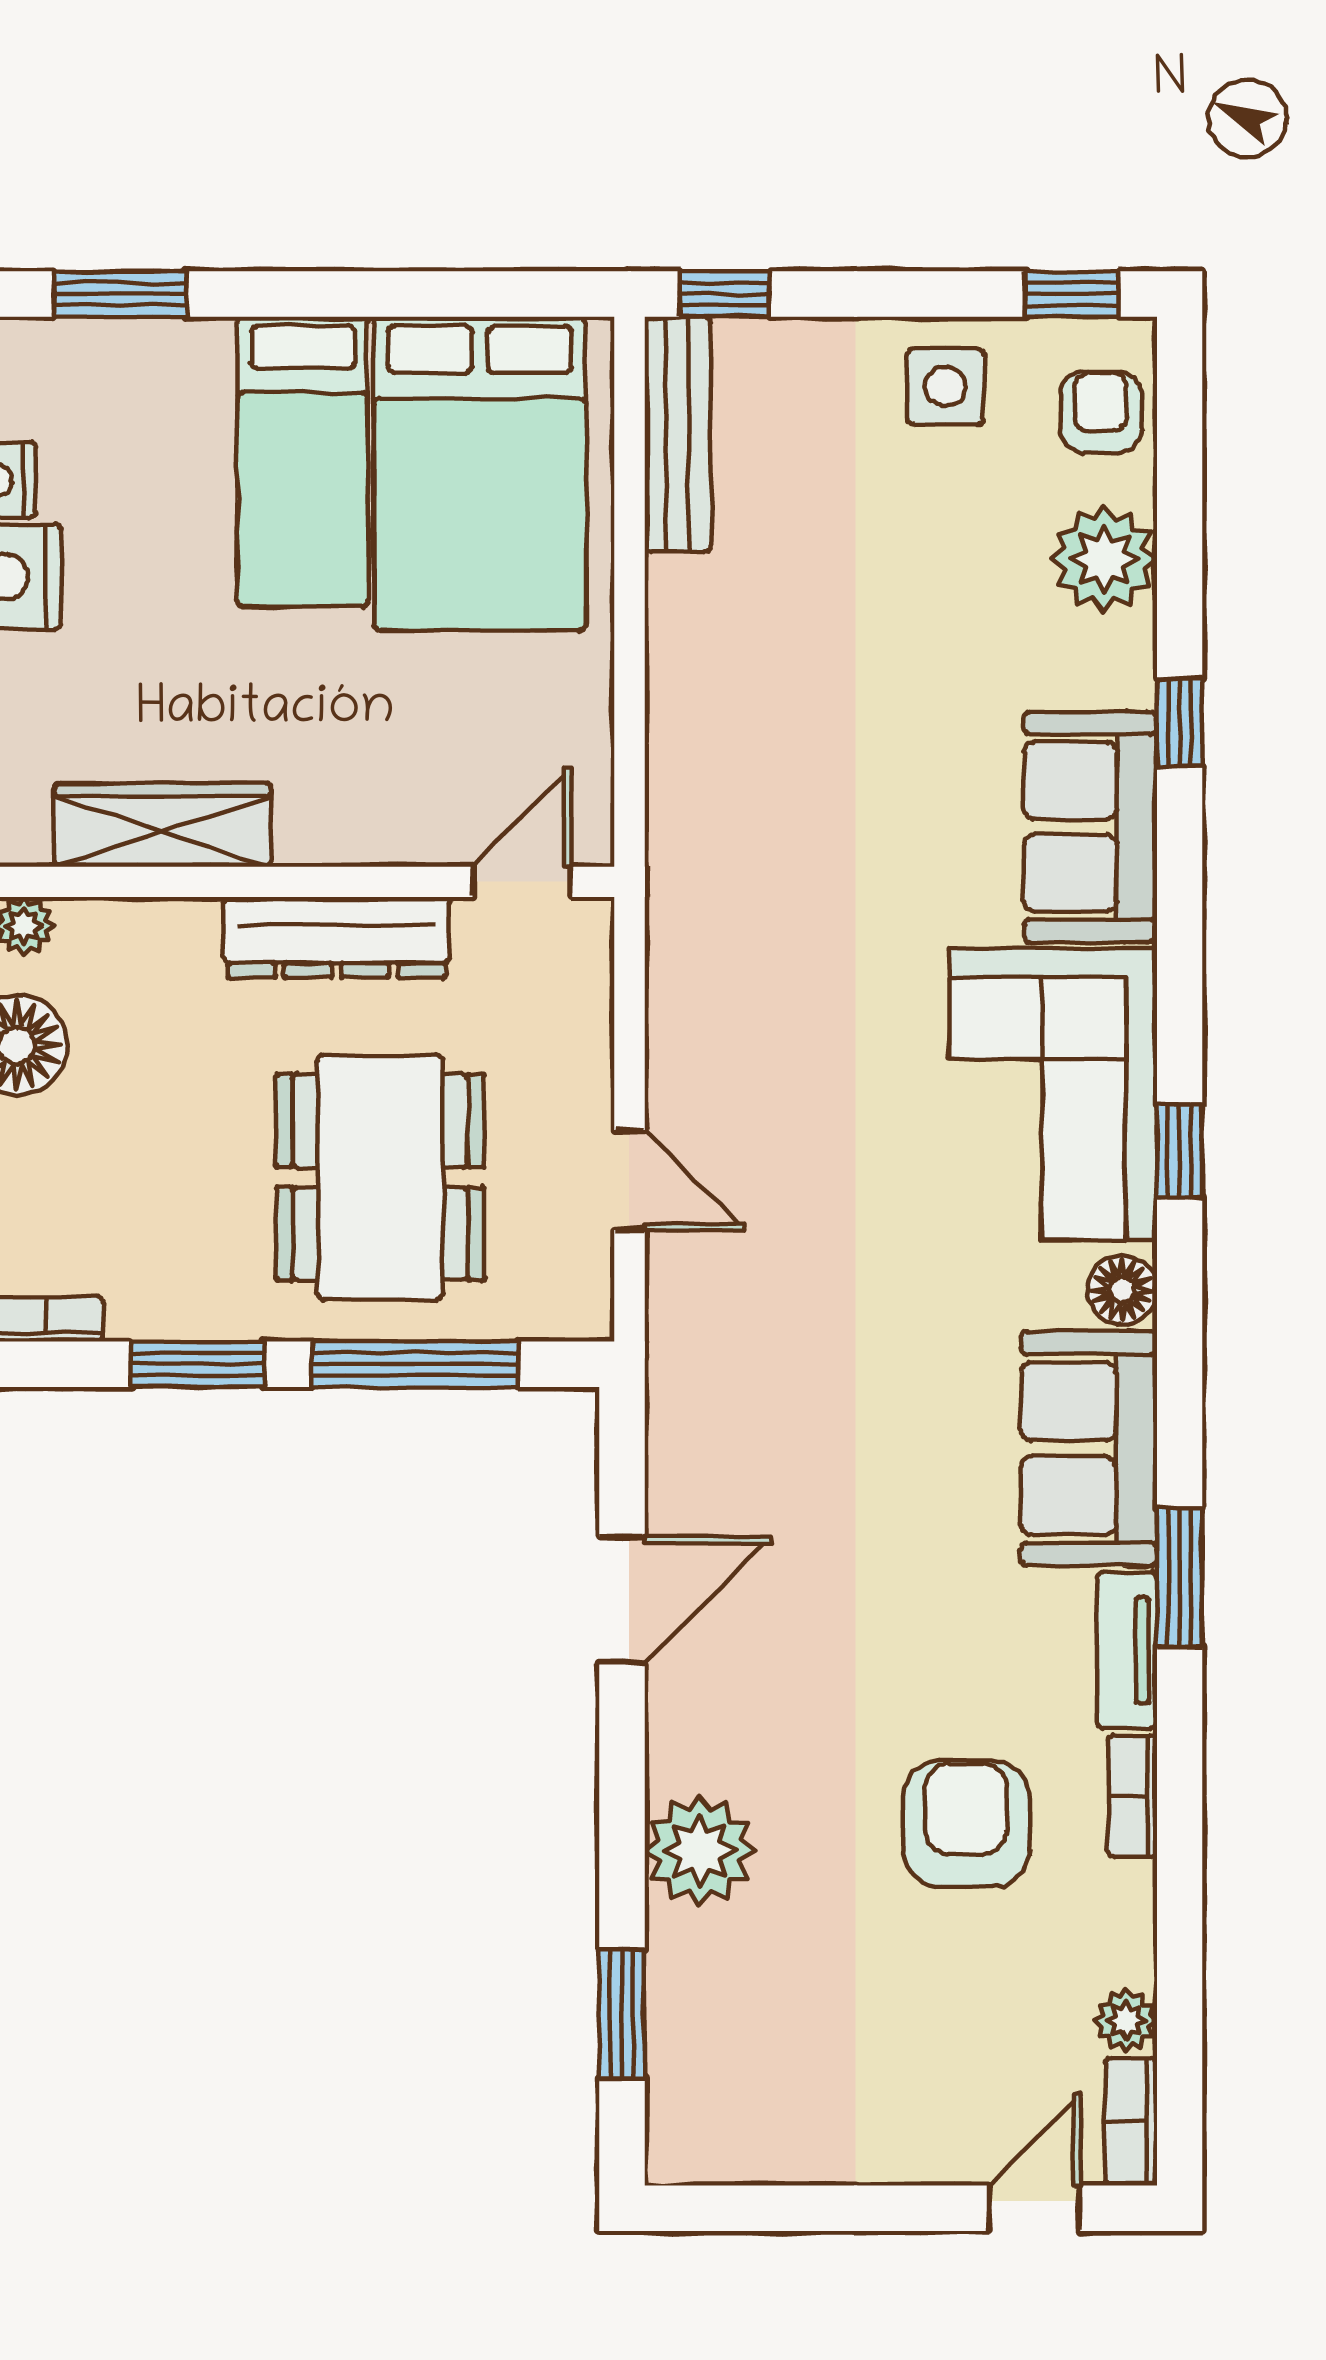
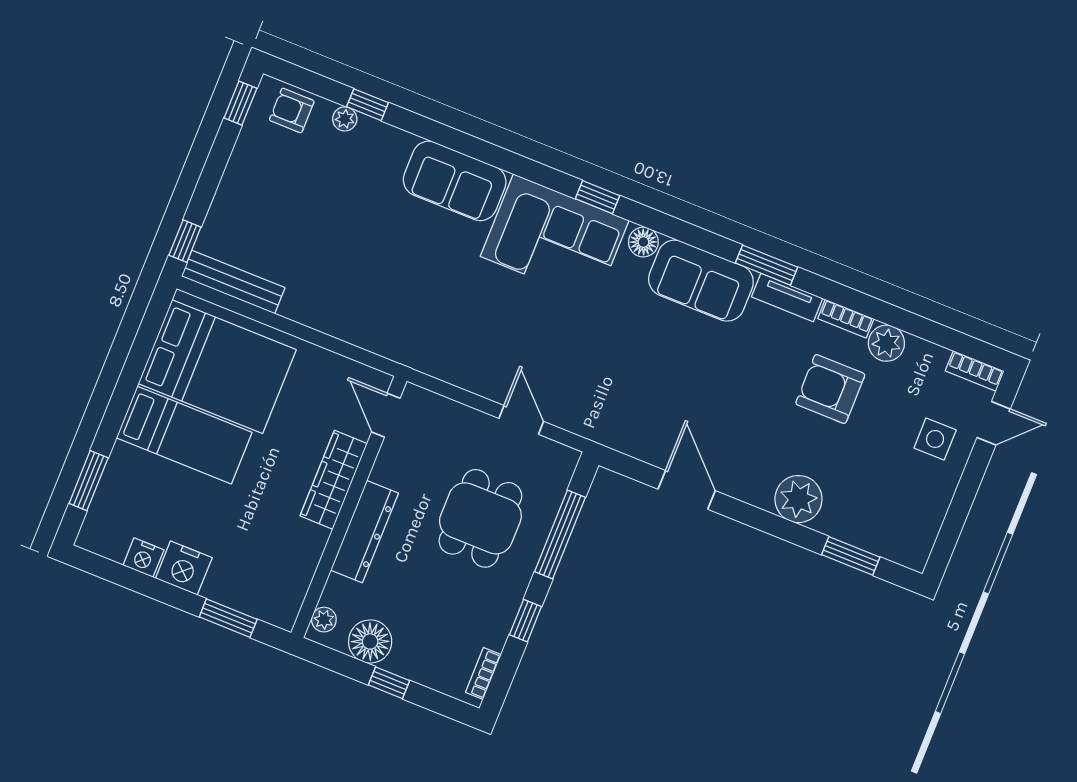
side table: (945, 387) -> (935, 439), moved
plant: (1104, 559) -> (345, 119), width x0.53, depth x0.53
window: (1180, 722) -> (368, 105), moved
wardrobe: (163, 825) -> (334, 480), moved
dresser: (337, 937) -> (365, 532), moved
dining table: (380, 1177) -> (480, 518), width x0.73
door: (629, 1180) -> (521, 420), hinge flipped
window: (198, 1364) -> (525, 621), width x0.67
plant: (1126, 2020) -> (886, 343), moved, width x1.38, depth x1.38
door: (1034, 2208) -> (994, 423), swing flipped

